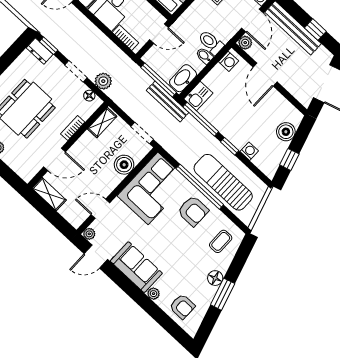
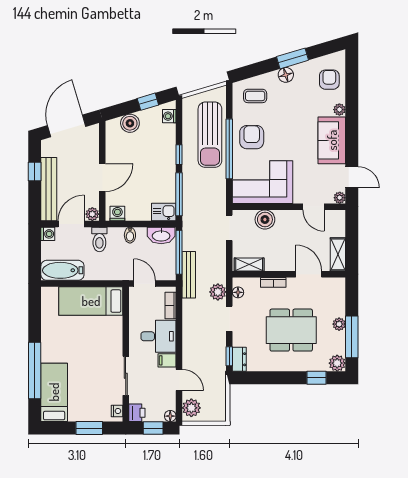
toilet: (211, 42) -> (99, 239), moved
bench: (168, 101) -> (189, 275), moved
washing machine: (249, 151) -> (169, 116), moved

